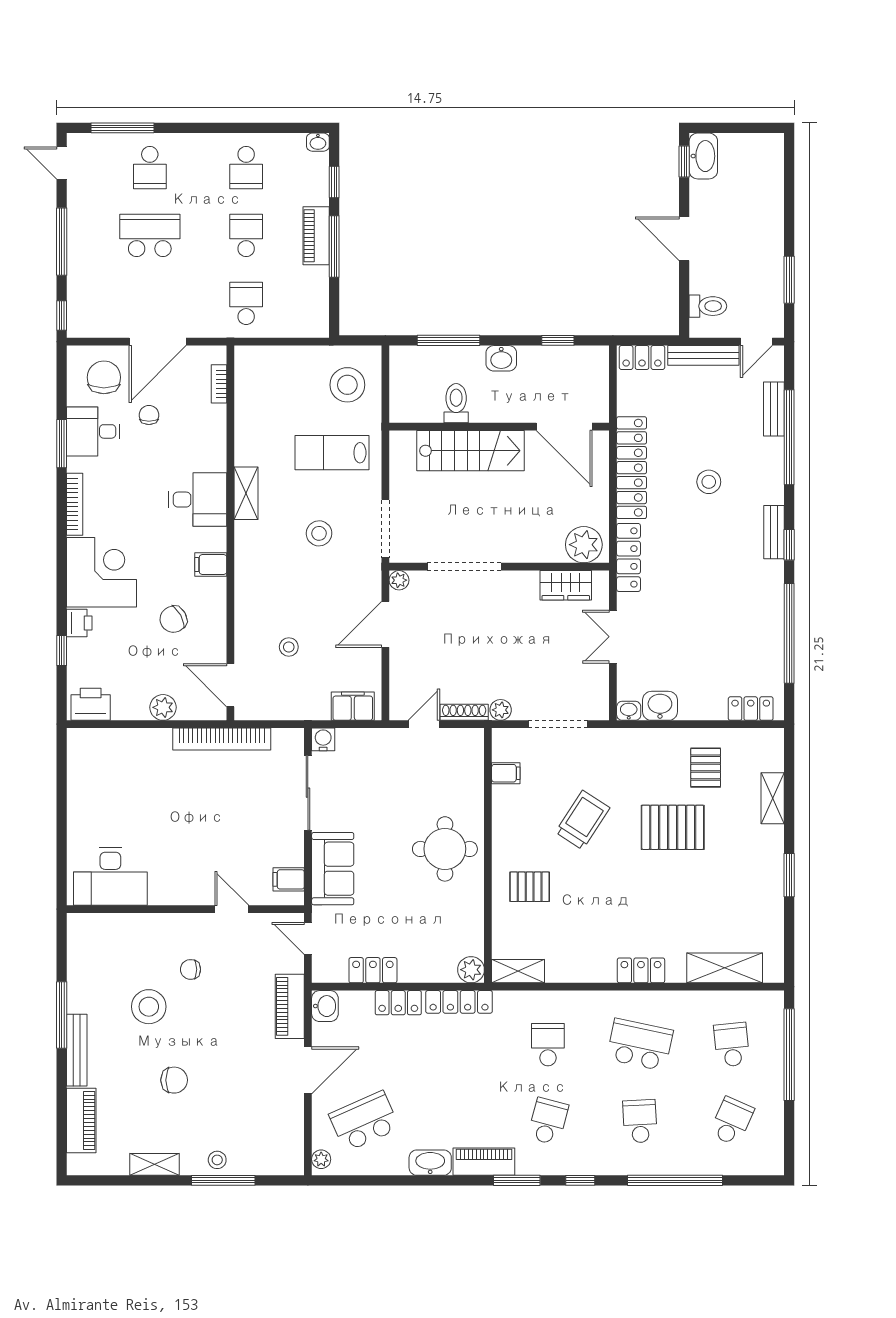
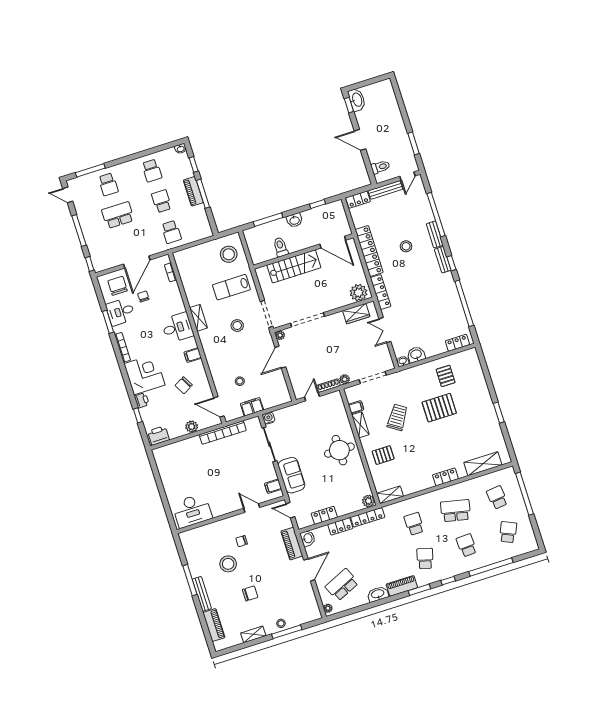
school desk: (246, 303) -> (171, 232), turned 180
bench: (774, 409) -> (435, 234), moved
filing cabinet: (353, 706) -> (252, 407), moved
shelving: (773, 798) -> (360, 425), moved

